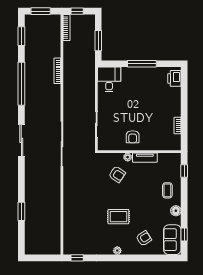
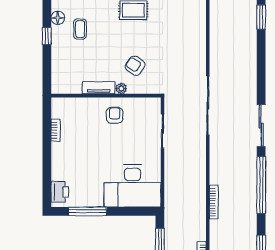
window: (142, 64) -> (87, 211), moved
desk: (109, 79) -> (132, 186), width x1.87, depth x1.30
sliding door: (21, 140) -> (261, 126), moved
window: (184, 171) -> (47, 36), moved
coffee table: (167, 190) -> (80, 29), moved

